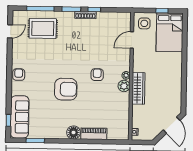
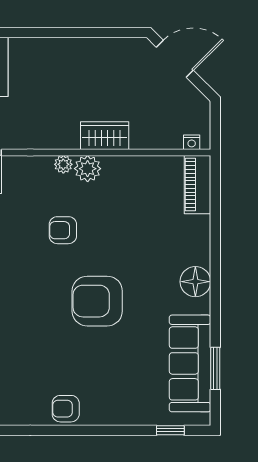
wardrobe: (138, 88) -> (105, 136), width x0.67
armchair: (66, 89) -> (97, 301), turned -90
sofa: (20, 117) -> (190, 363), moved, turned -90
piano: (94, 134) -> (198, 185), moved

